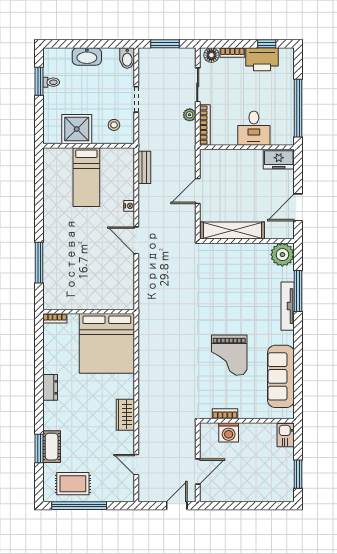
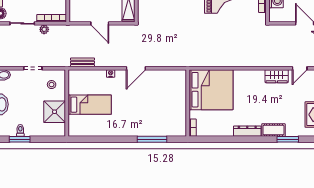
dresser: (50, 387) -> (247, 131), width x1.44
wardrobe: (125, 415) -> (277, 76), moved
cot: (52, 447) -> (273, 130), moved

